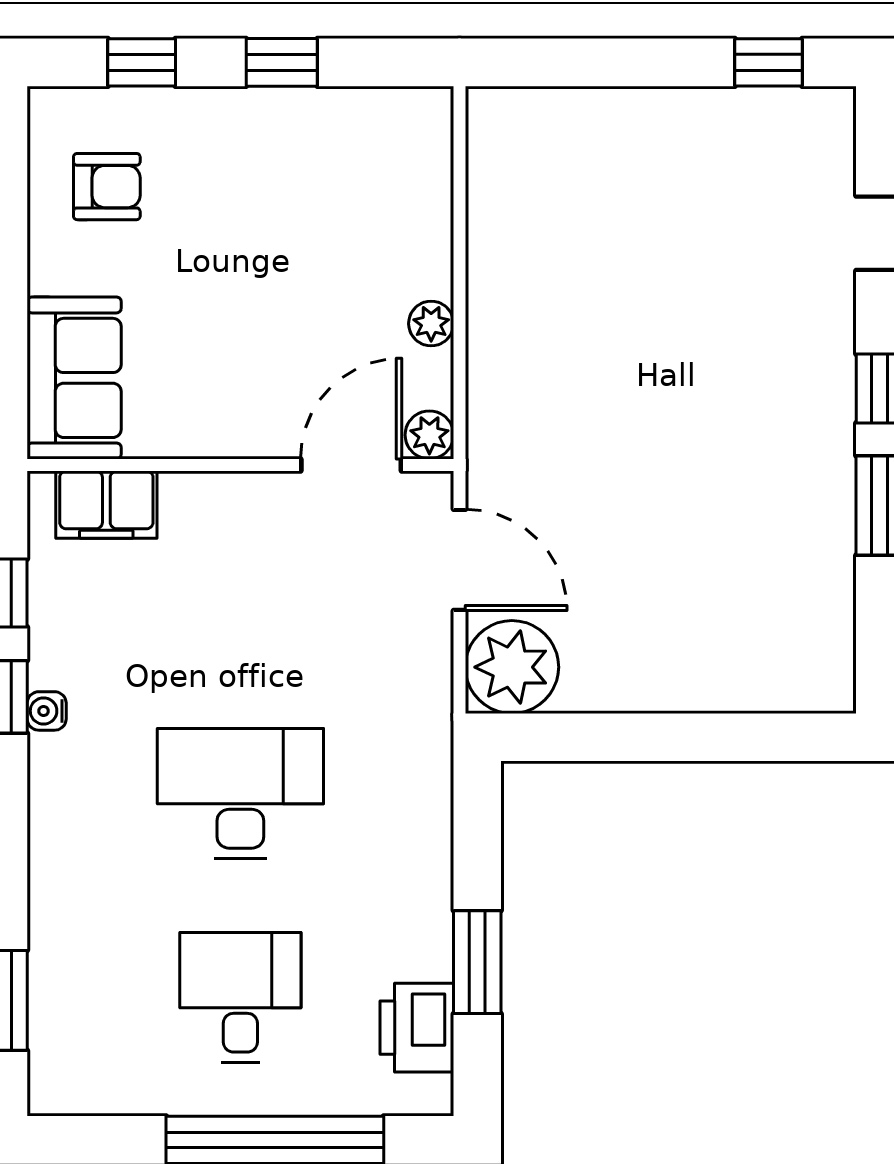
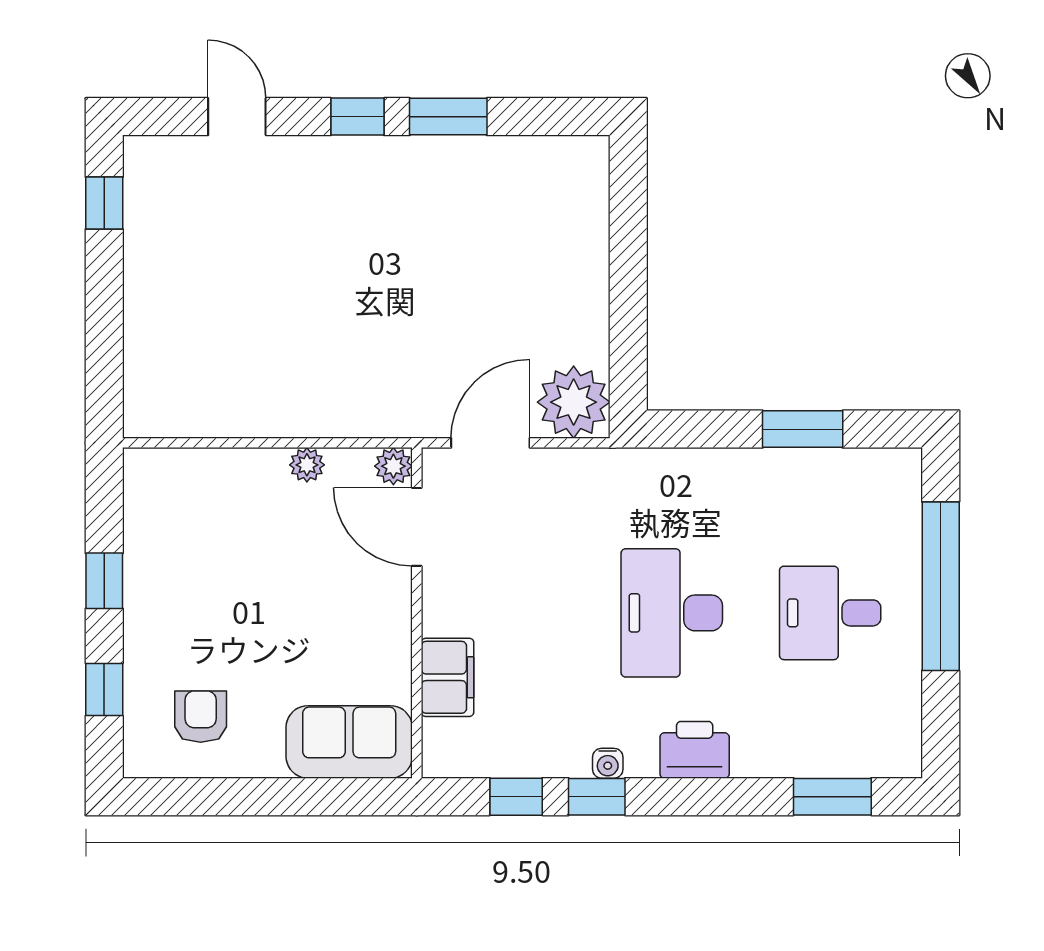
filing cabinet: (106, 505) -> (447, 677), moved
printer: (417, 1028) -> (695, 750), moved, turned 180

